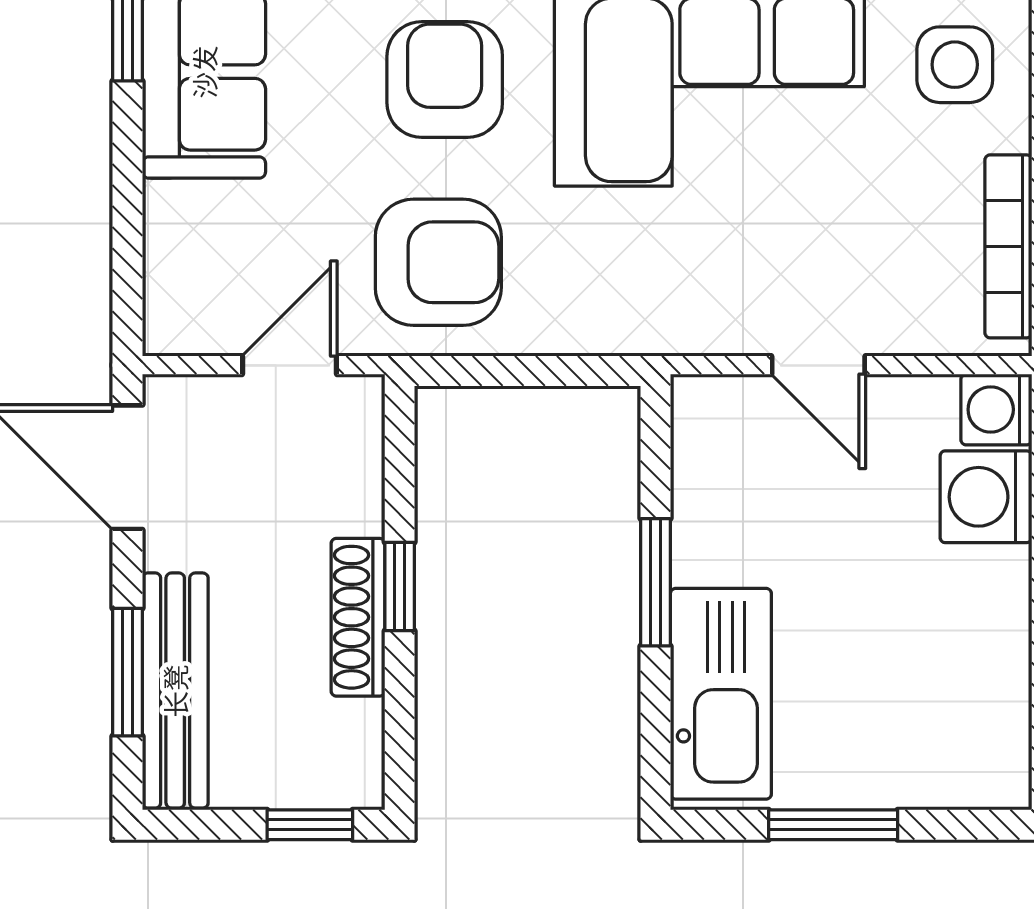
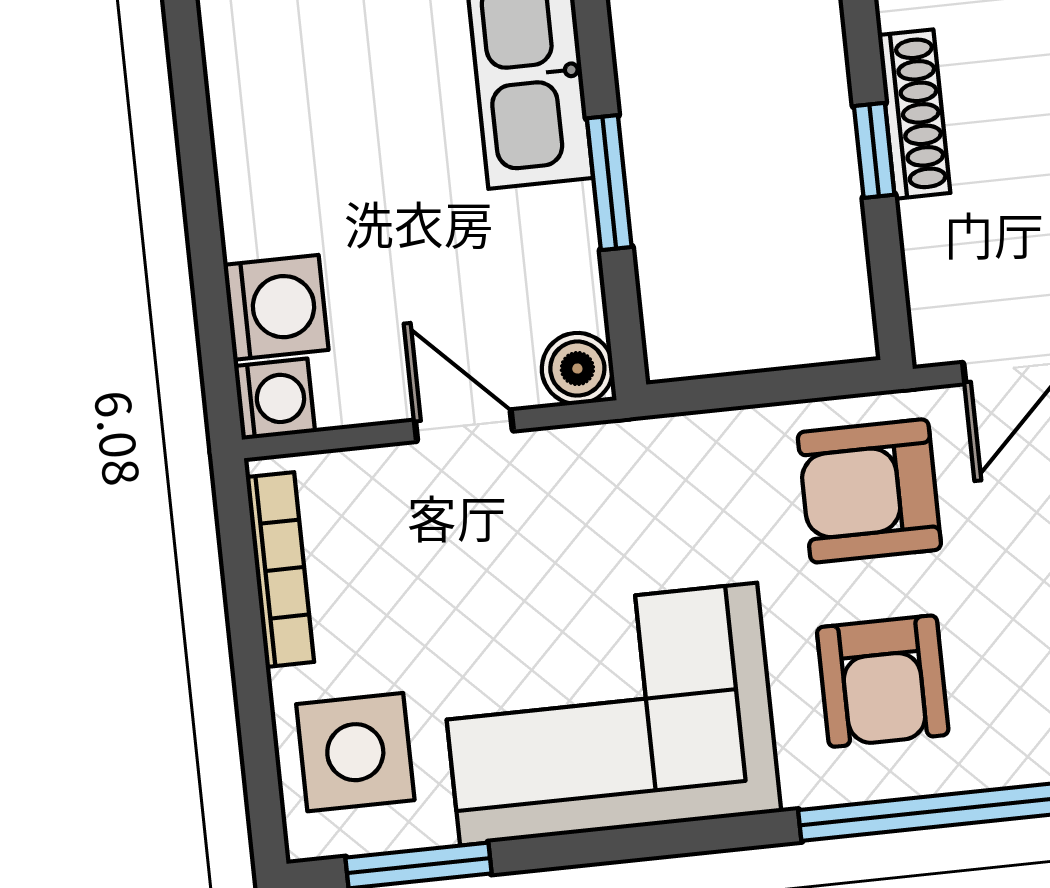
side table: (955, 65) -> (355, 752), width x1.37, depth x1.37
boiler: (704, 408) -> (577, 369), added

